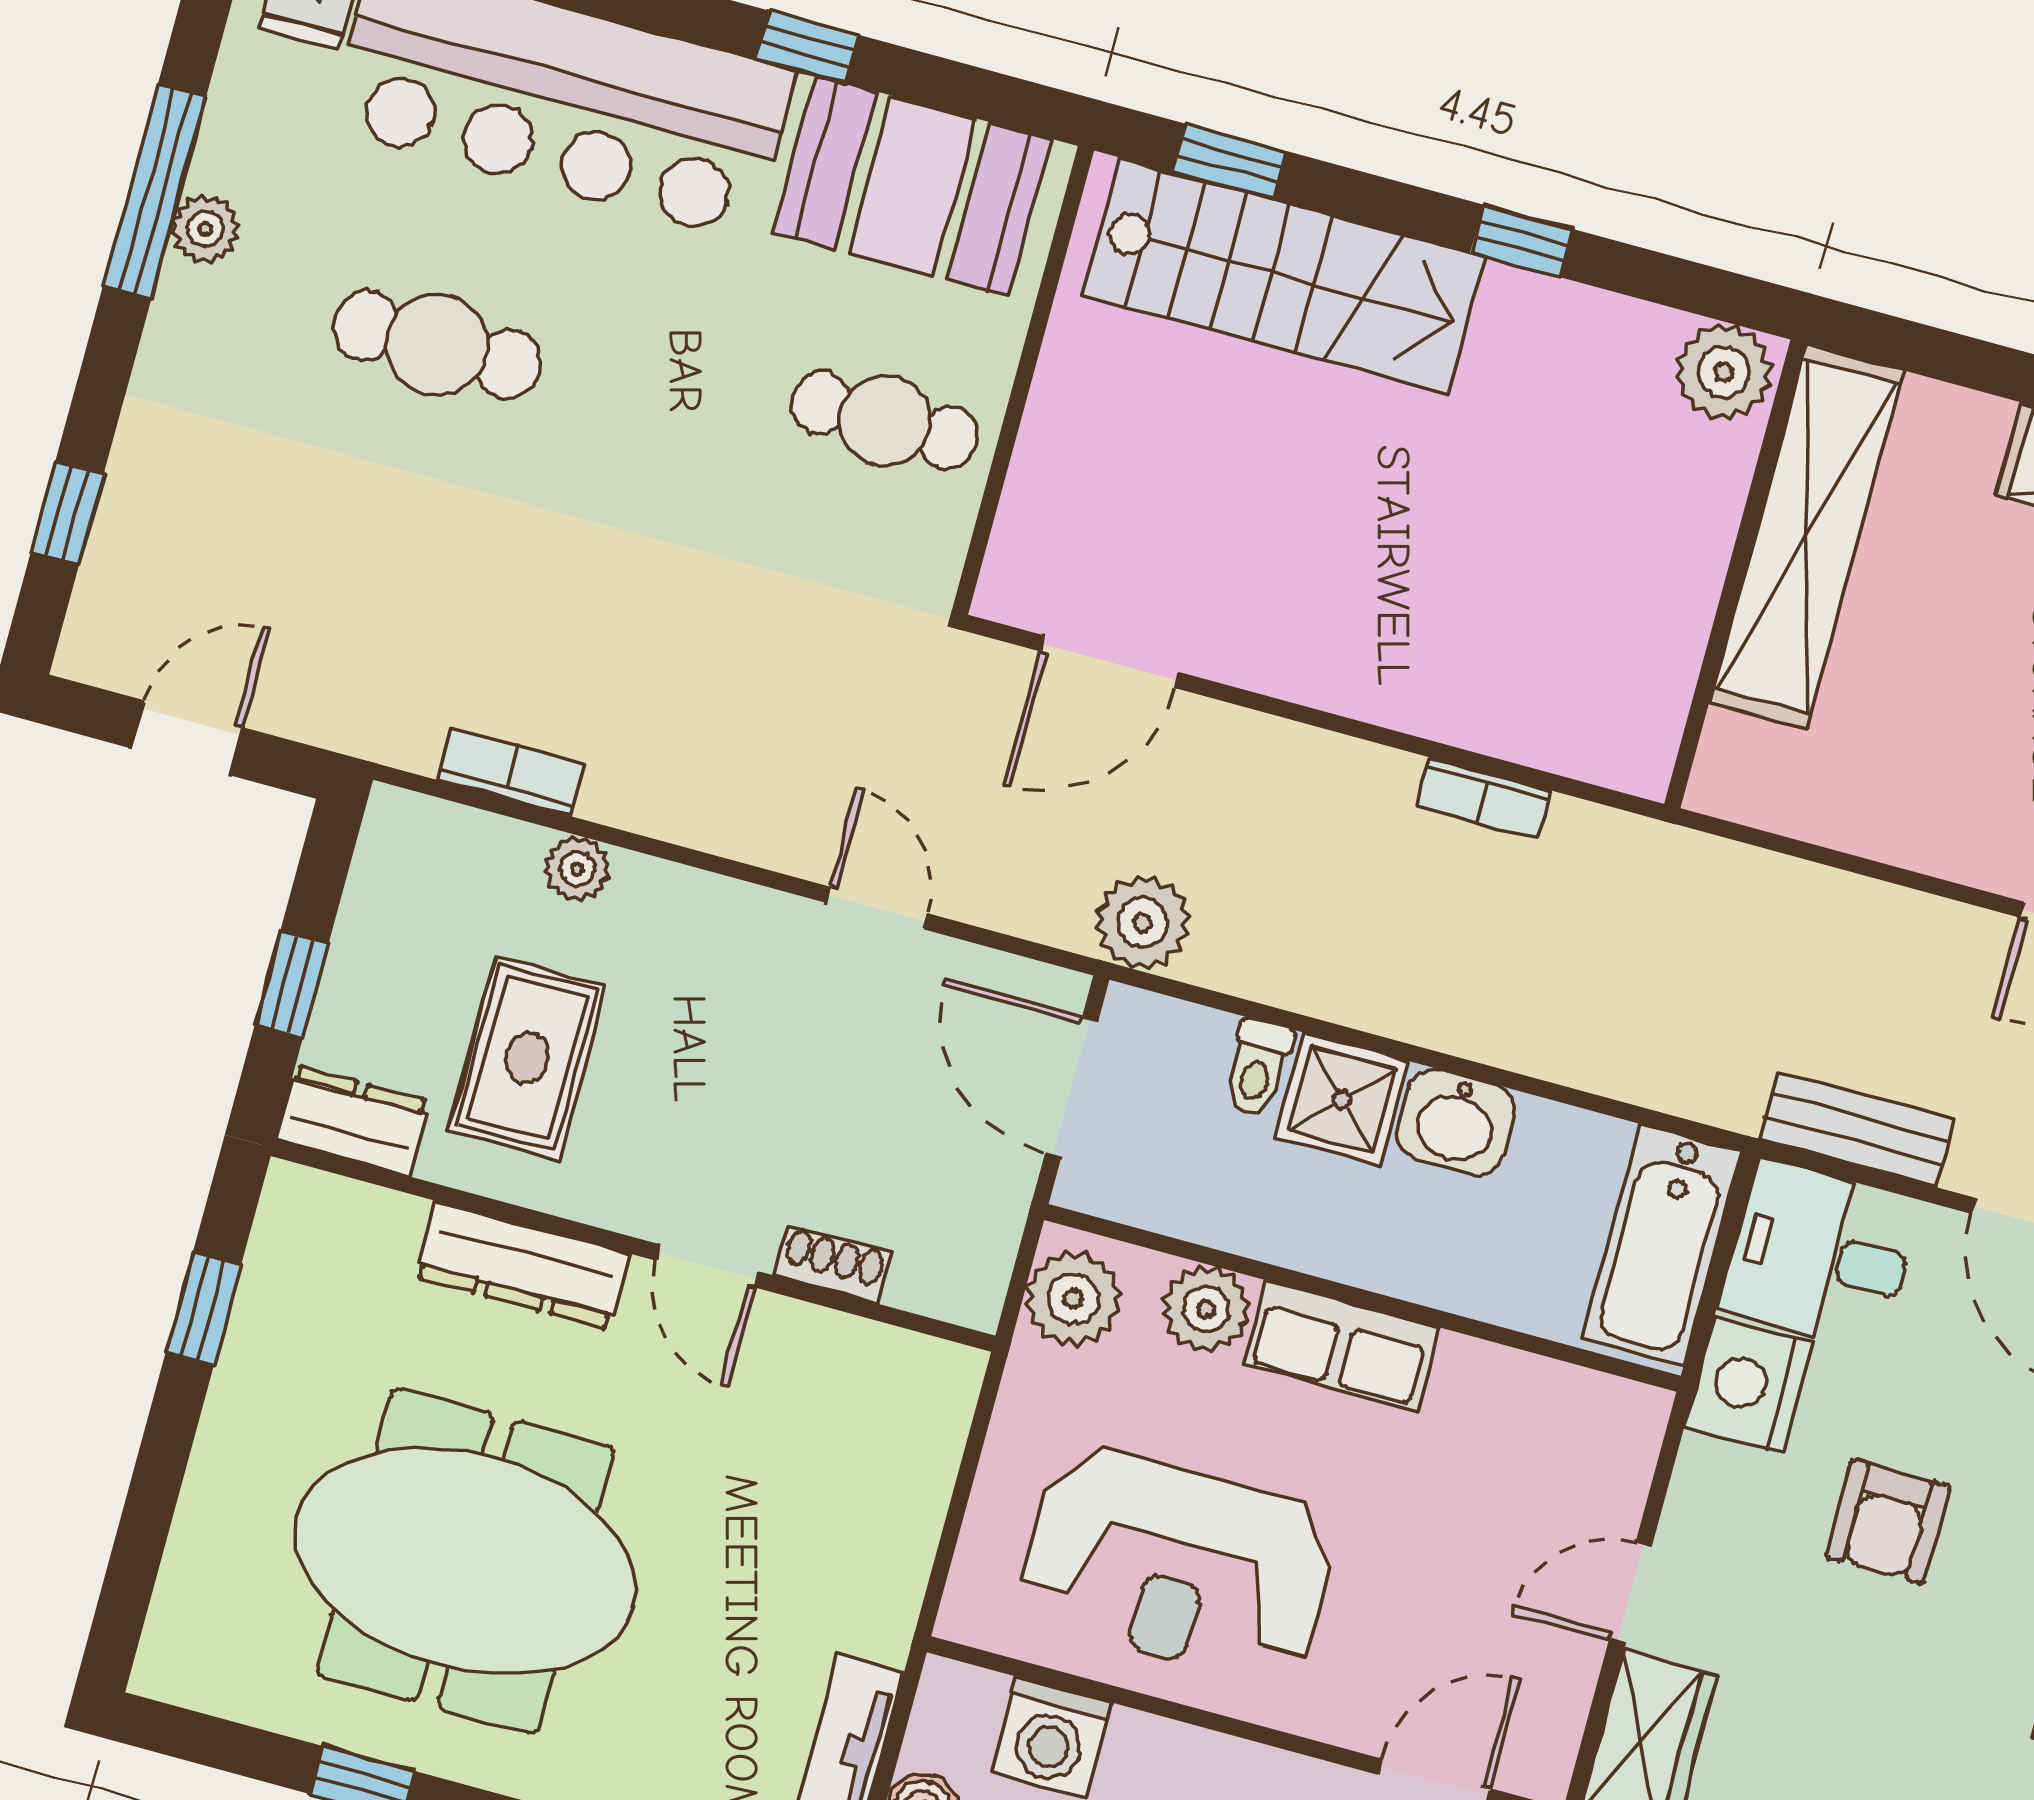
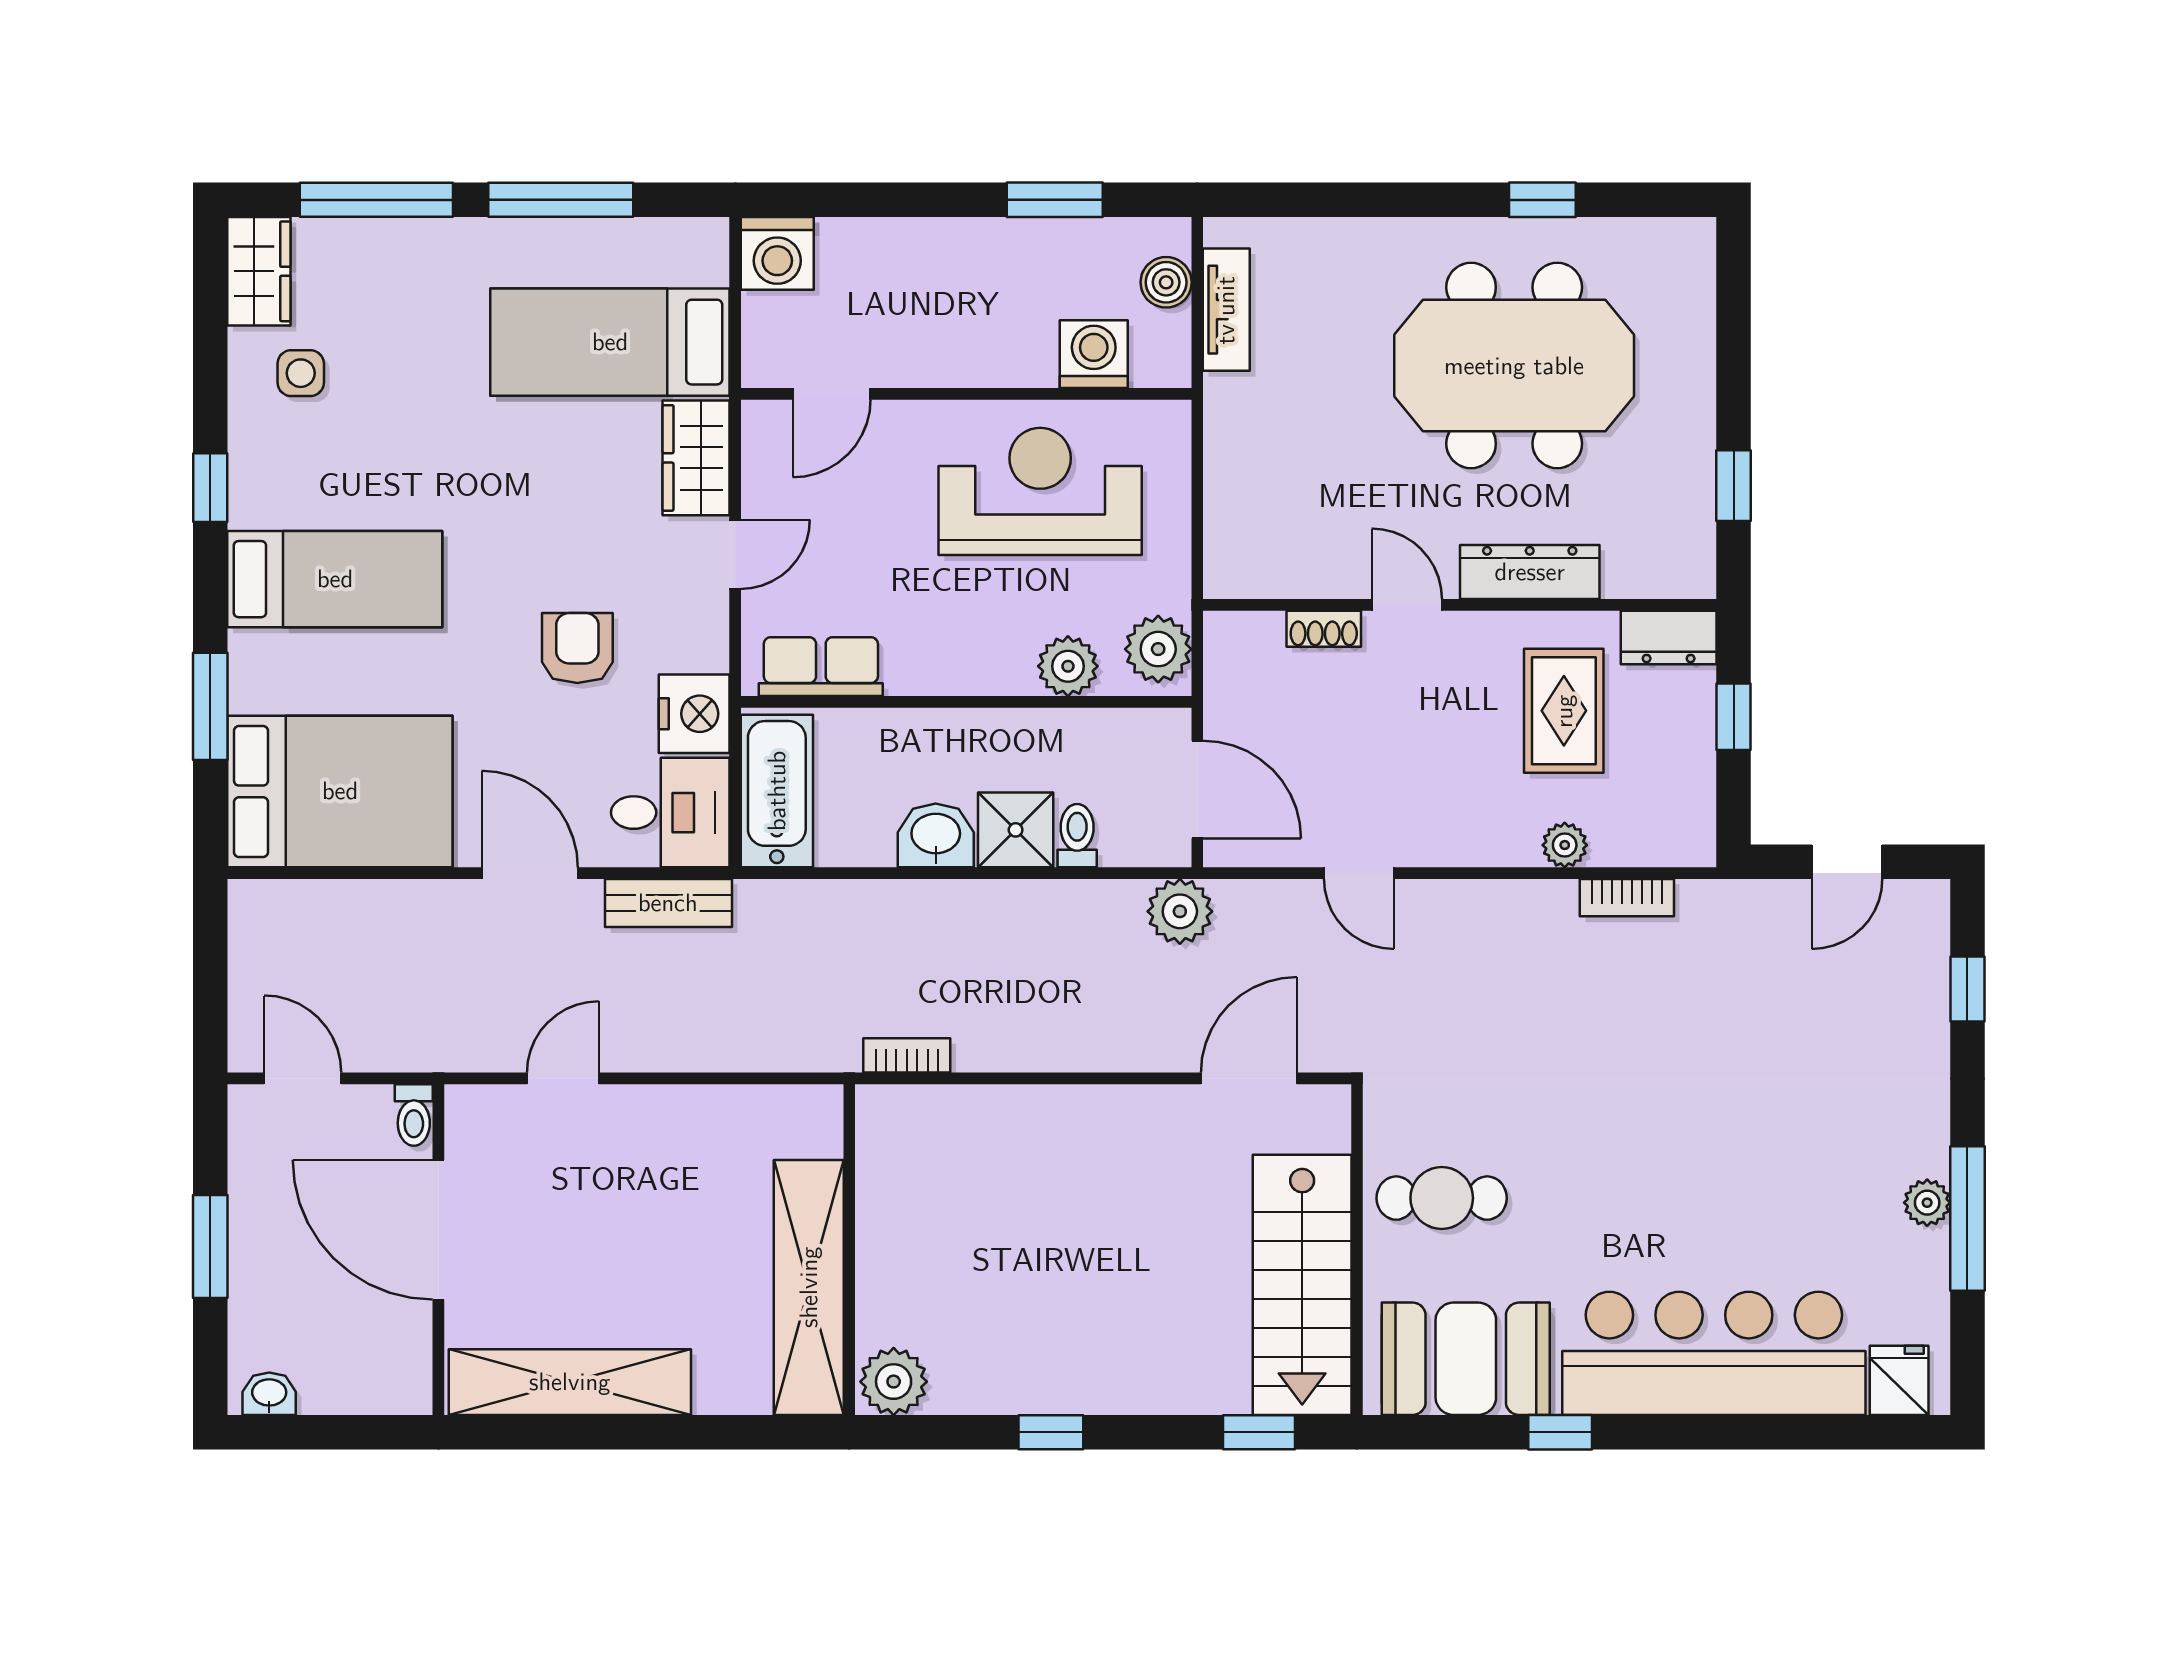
stairs: (1284, 276) -> (1302, 1285), moved, turned -90
cafe table: (437, 345) -> (1752, 1168), removed
bookcase: (1484, 798) -> (907, 1055), moved
row of seats: (1342, 1345) -> (821, 667), moved

